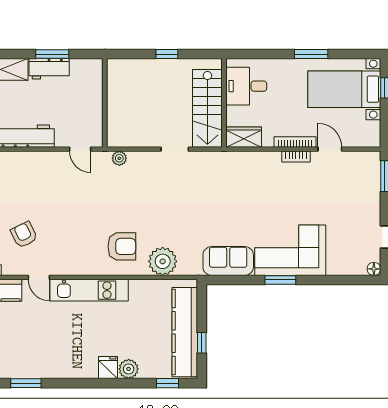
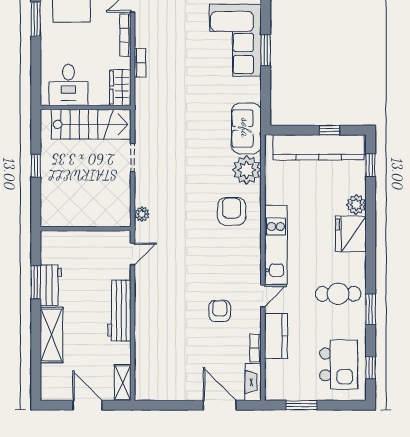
bookcase: (296, 157) -> (140, 63), moved
armchair: (24, 235) -> (220, 311), turned 116
sofa: (228, 261) -> (246, 128), moved
cafe table: (41, 351) -> (338, 294), added
fridge: (108, 368) -> (351, 234), width x1.88, depth x1.34

